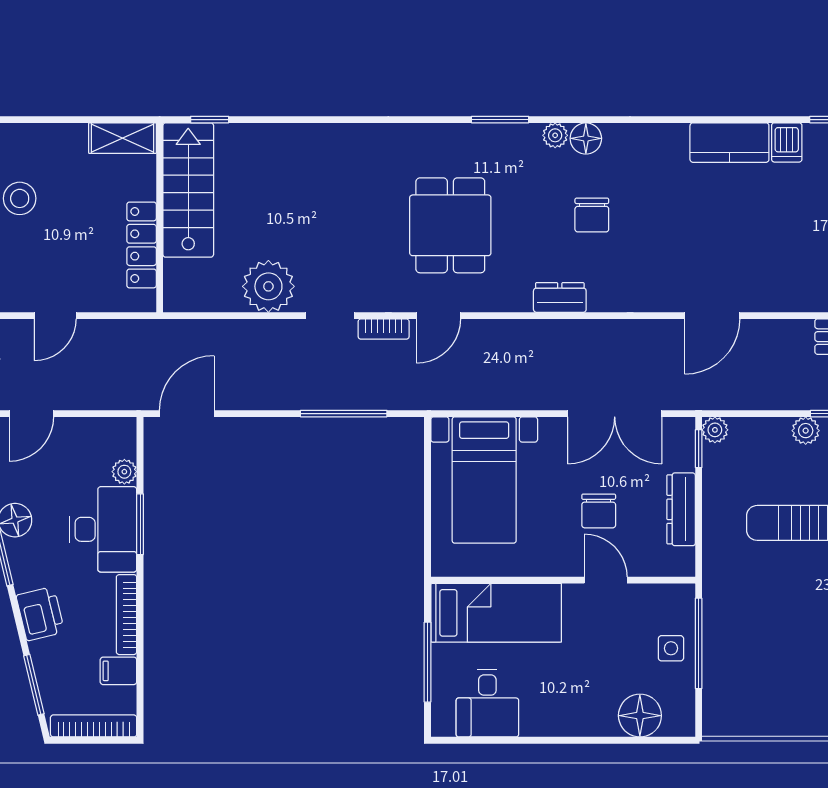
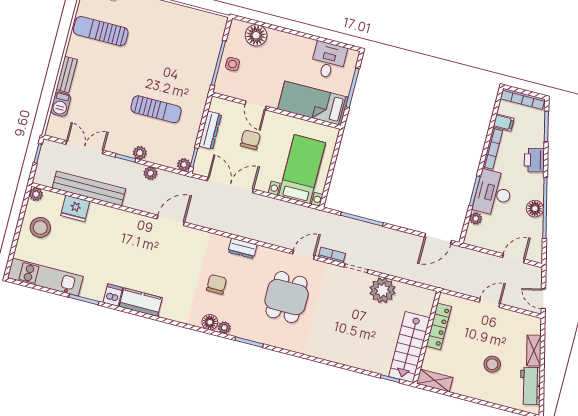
plant: (775, 397) -> (150, 173), added

